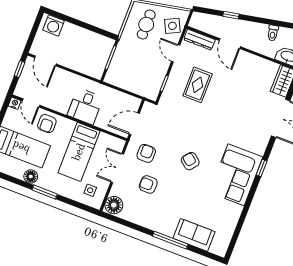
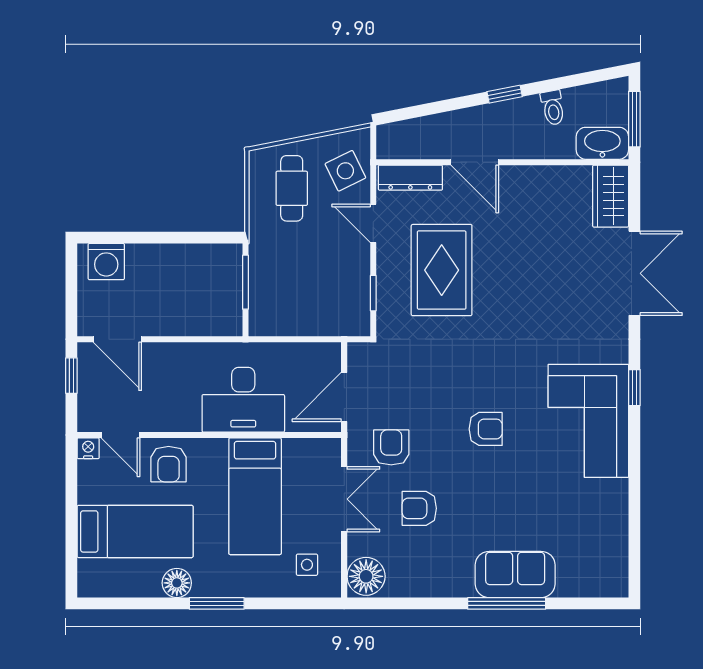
window: (231, 15) -> (505, 94), moved
rug: (198, 85) -> (442, 270), width x1.36, depth x1.43
desk: (85, 106) -> (243, 400), width x1.37
armchair: (190, 161) -> (486, 429), turned 141
double door: (117, 168) -> (344, 499), swing flipped
sofa: (194, 235) -> (515, 574), moved

